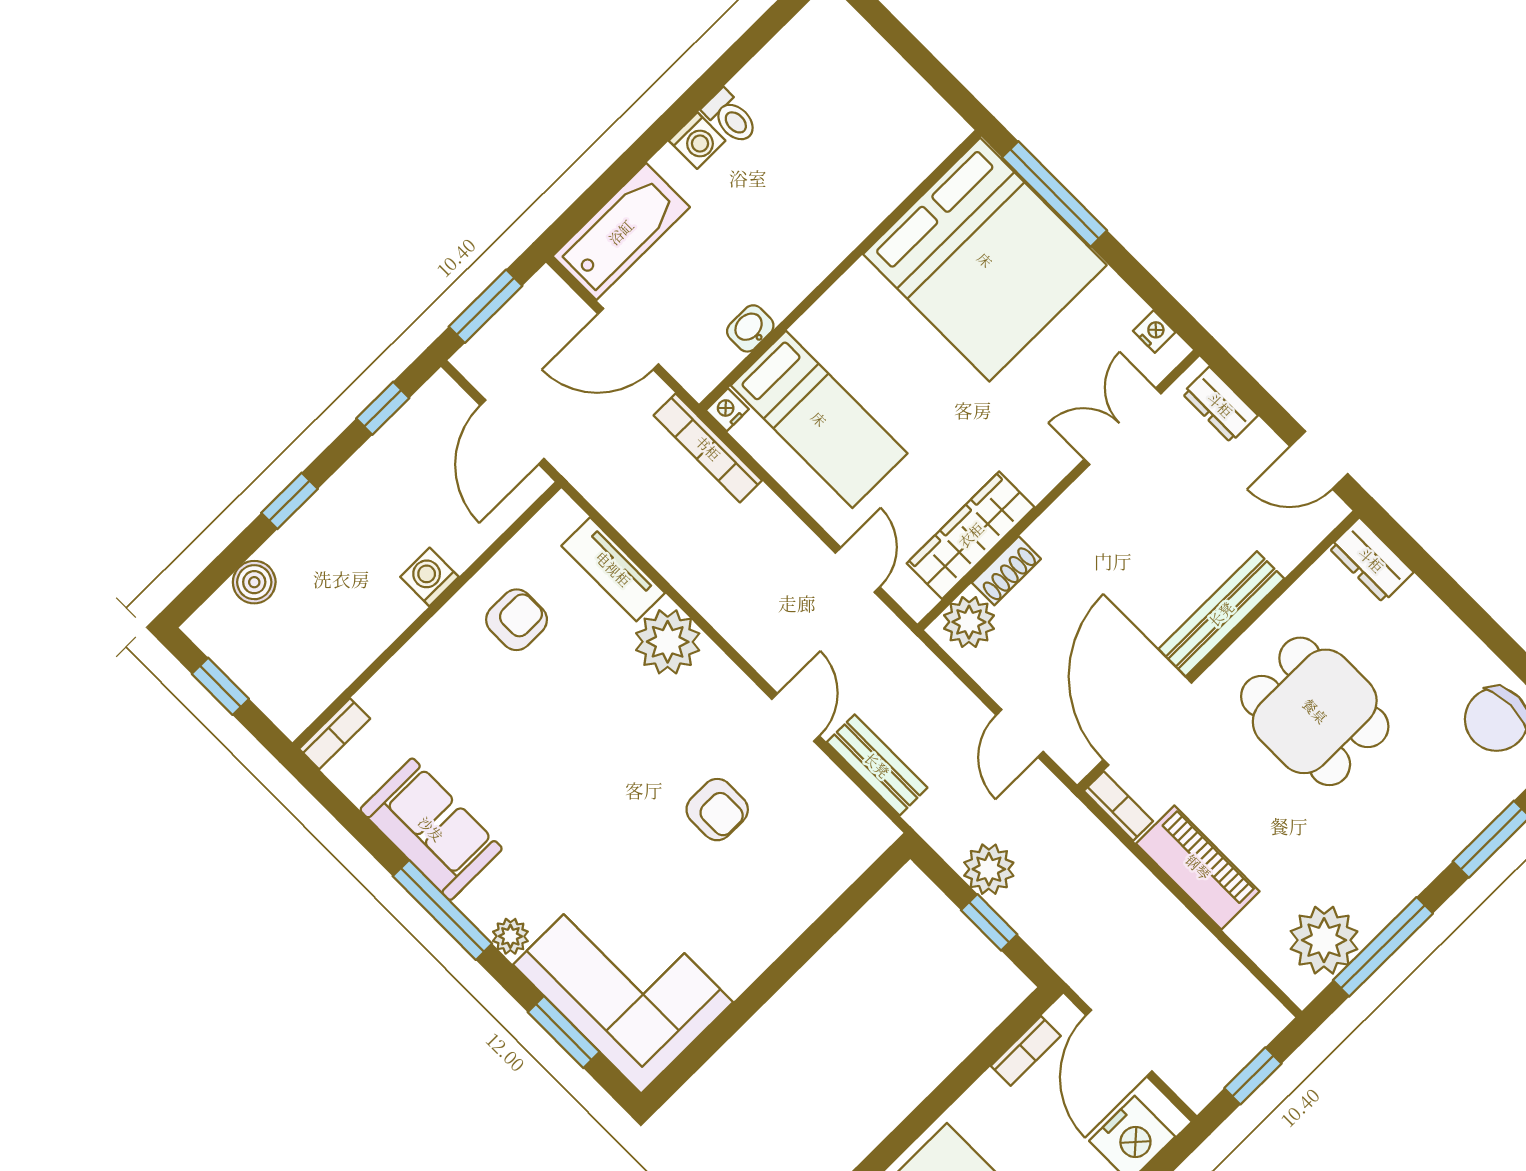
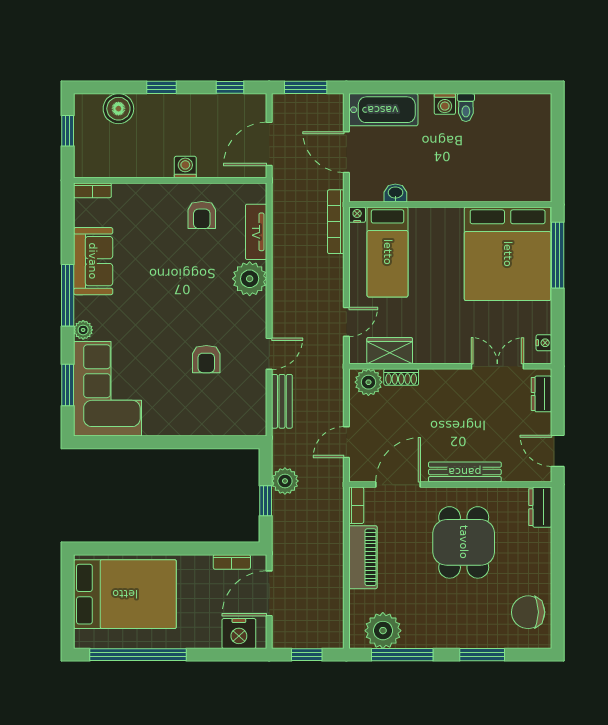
wardrobe: (971, 535) -> (390, 351), width x0.67
boiler: (254, 582) -> (118, 109), width x1.36, depth x1.36
armchair: (517, 620) -> (202, 215), turned 90
door: (1147, 721) -> (398, 485), width x0.73

